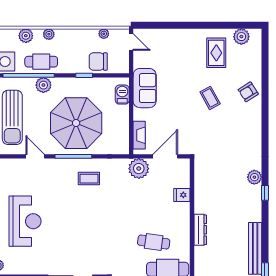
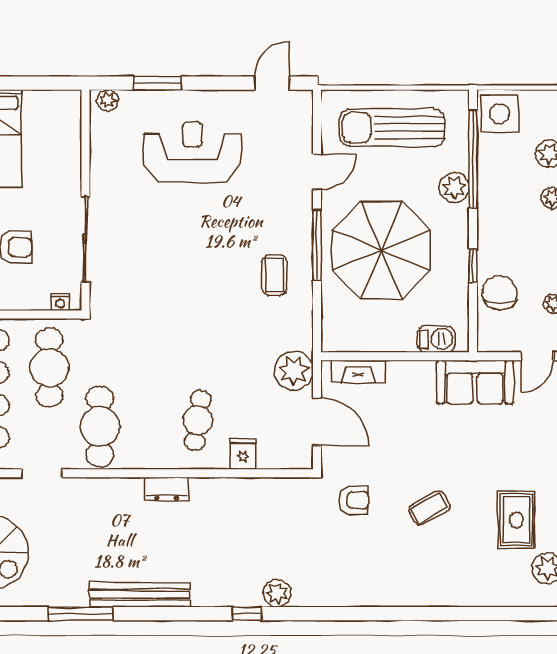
rug: (216, 53) -> (516, 520), turned 90
cafe table: (41, 62) -> (499, 183), removed
sofa: (145, 88) -> (475, 382), moved
armchair: (248, 92) -> (354, 500), moved, turned 122
reception desk: (25, 221) -> (192, 152), turned 180
dresser: (200, 230) -> (167, 489), width x0.70
cafe table: (154, 242) -> (198, 420), moved

